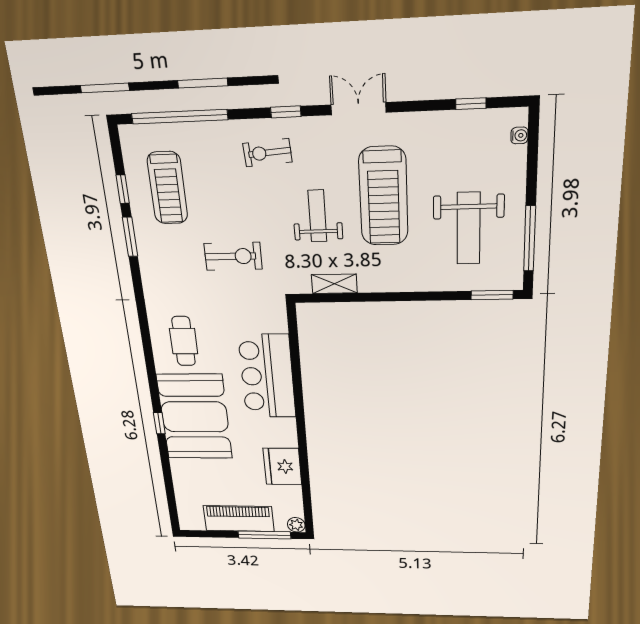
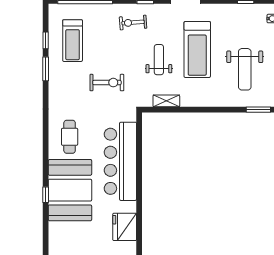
bar counter: (267, 376) -> (120, 161), width x1.36

